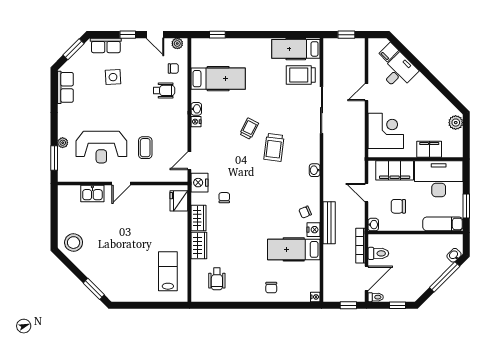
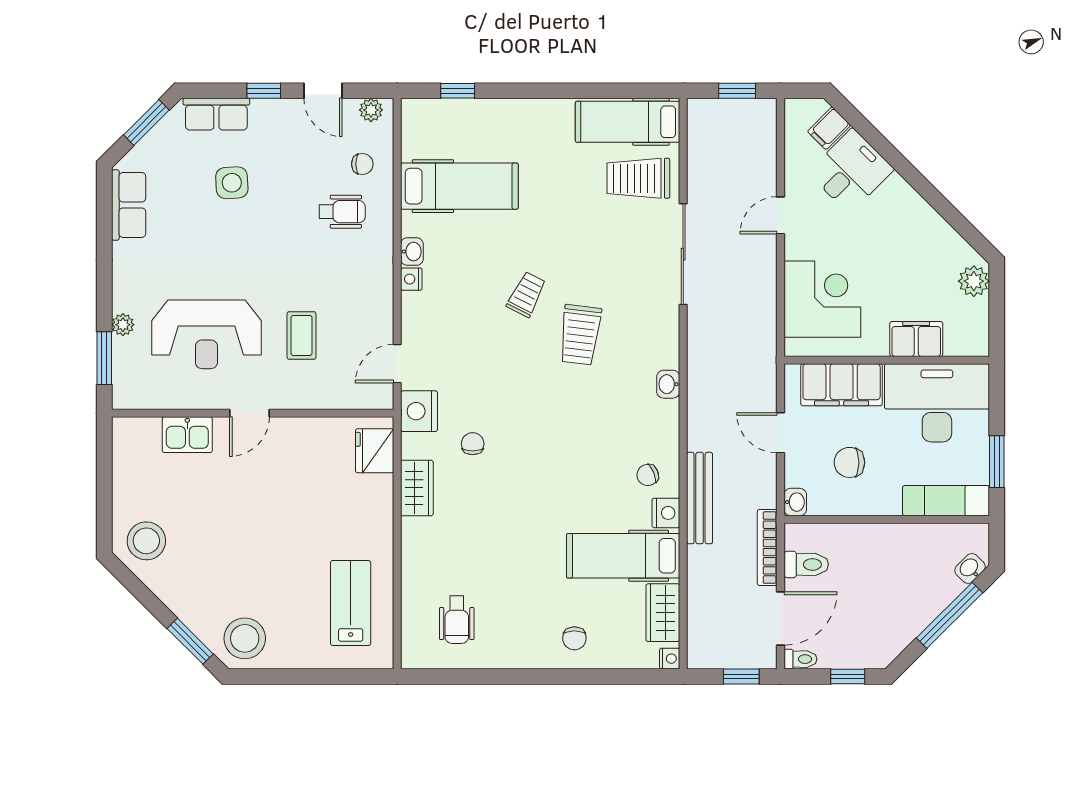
wardrobe: (199, 245) -> (663, 613), moved, turned 180
stool: (119, 288) -> (245, 638), added

